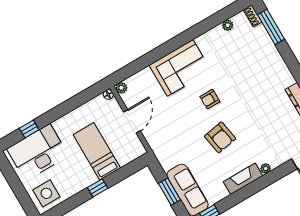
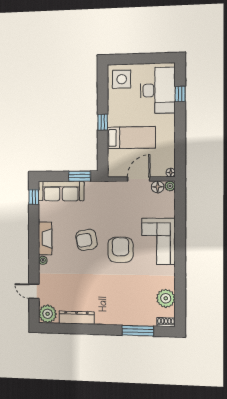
plant: (228, 25) -> (166, 298), width x1.88, depth x1.88
window: (271, 27) -> (138, 331), moved
floor lamp: (129, 99) -> (158, 187), added
armchair: (210, 99) -> (121, 250), width x1.88, depth x1.88
door: (132, 121) -> (139, 179), swing flipped
window: (169, 192) -> (80, 176), moved

